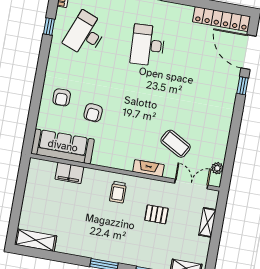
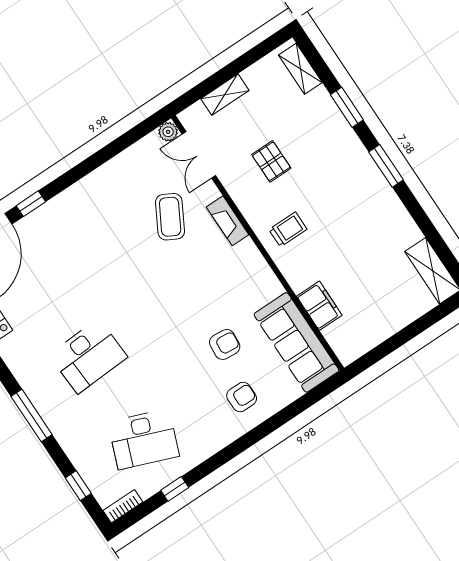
plant: (217, 168) -> (168, 132), moved

